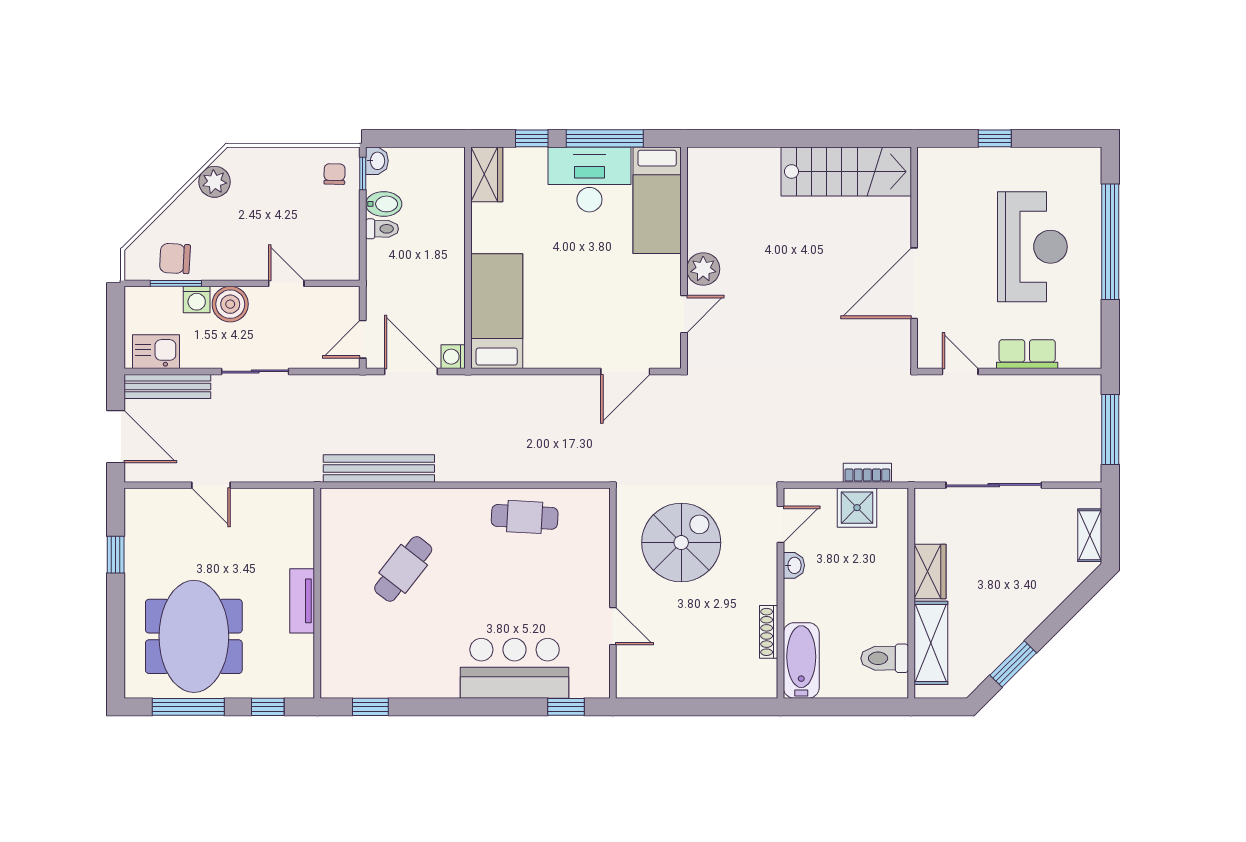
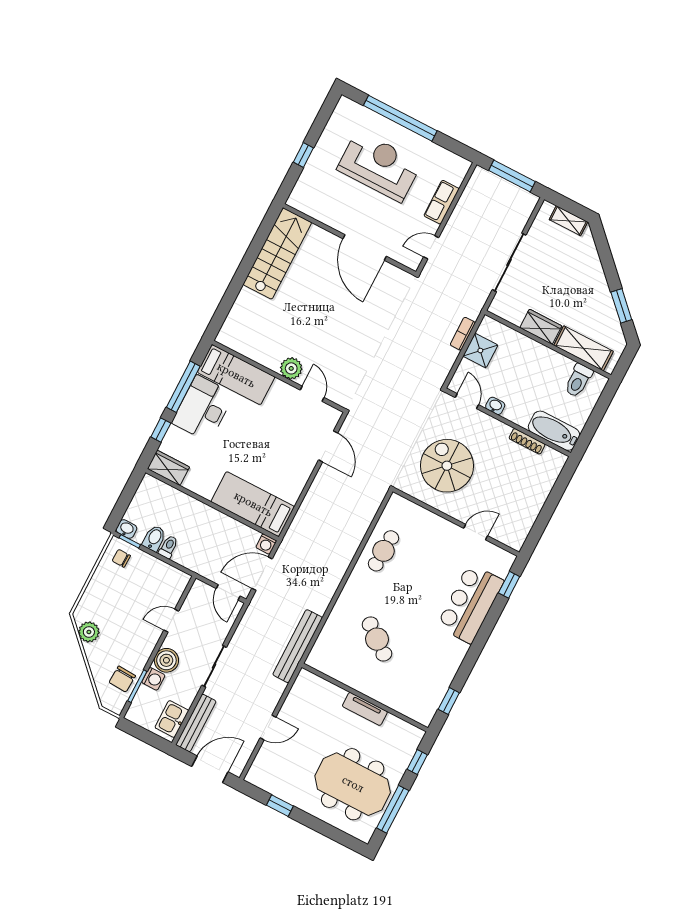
bench: (379, 469) -> (298, 646), moved

